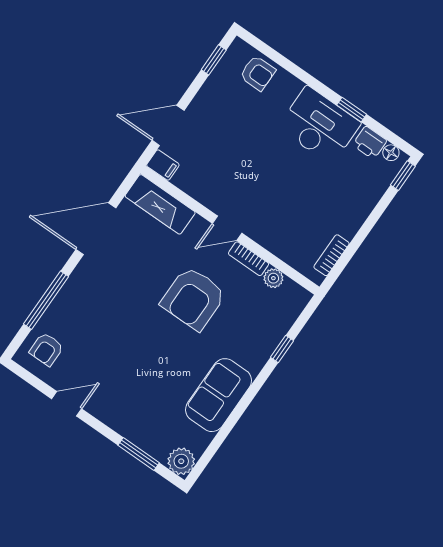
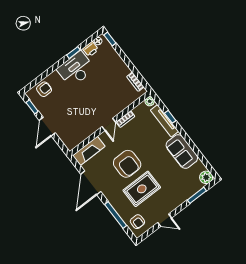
door: (168, 125) -> (47, 127), moved
filing cabinet: (163, 165) -> (72, 144), removed
plant: (273, 278) -> (150, 101), moved
armchair: (193, 298) -> (127, 164), moved
rug: (116, 337) -> (142, 189), added
tv unit: (270, 340) -> (164, 121), added
door: (67, 404) -> (165, 220), swing flipped

